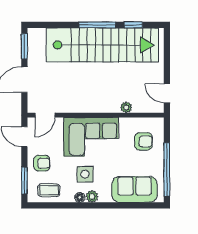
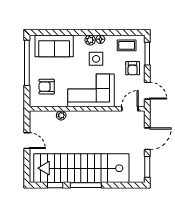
door: (167, 93) -> (27, 141), moved
armchair: (42, 163) -> (133, 68), turned -90

